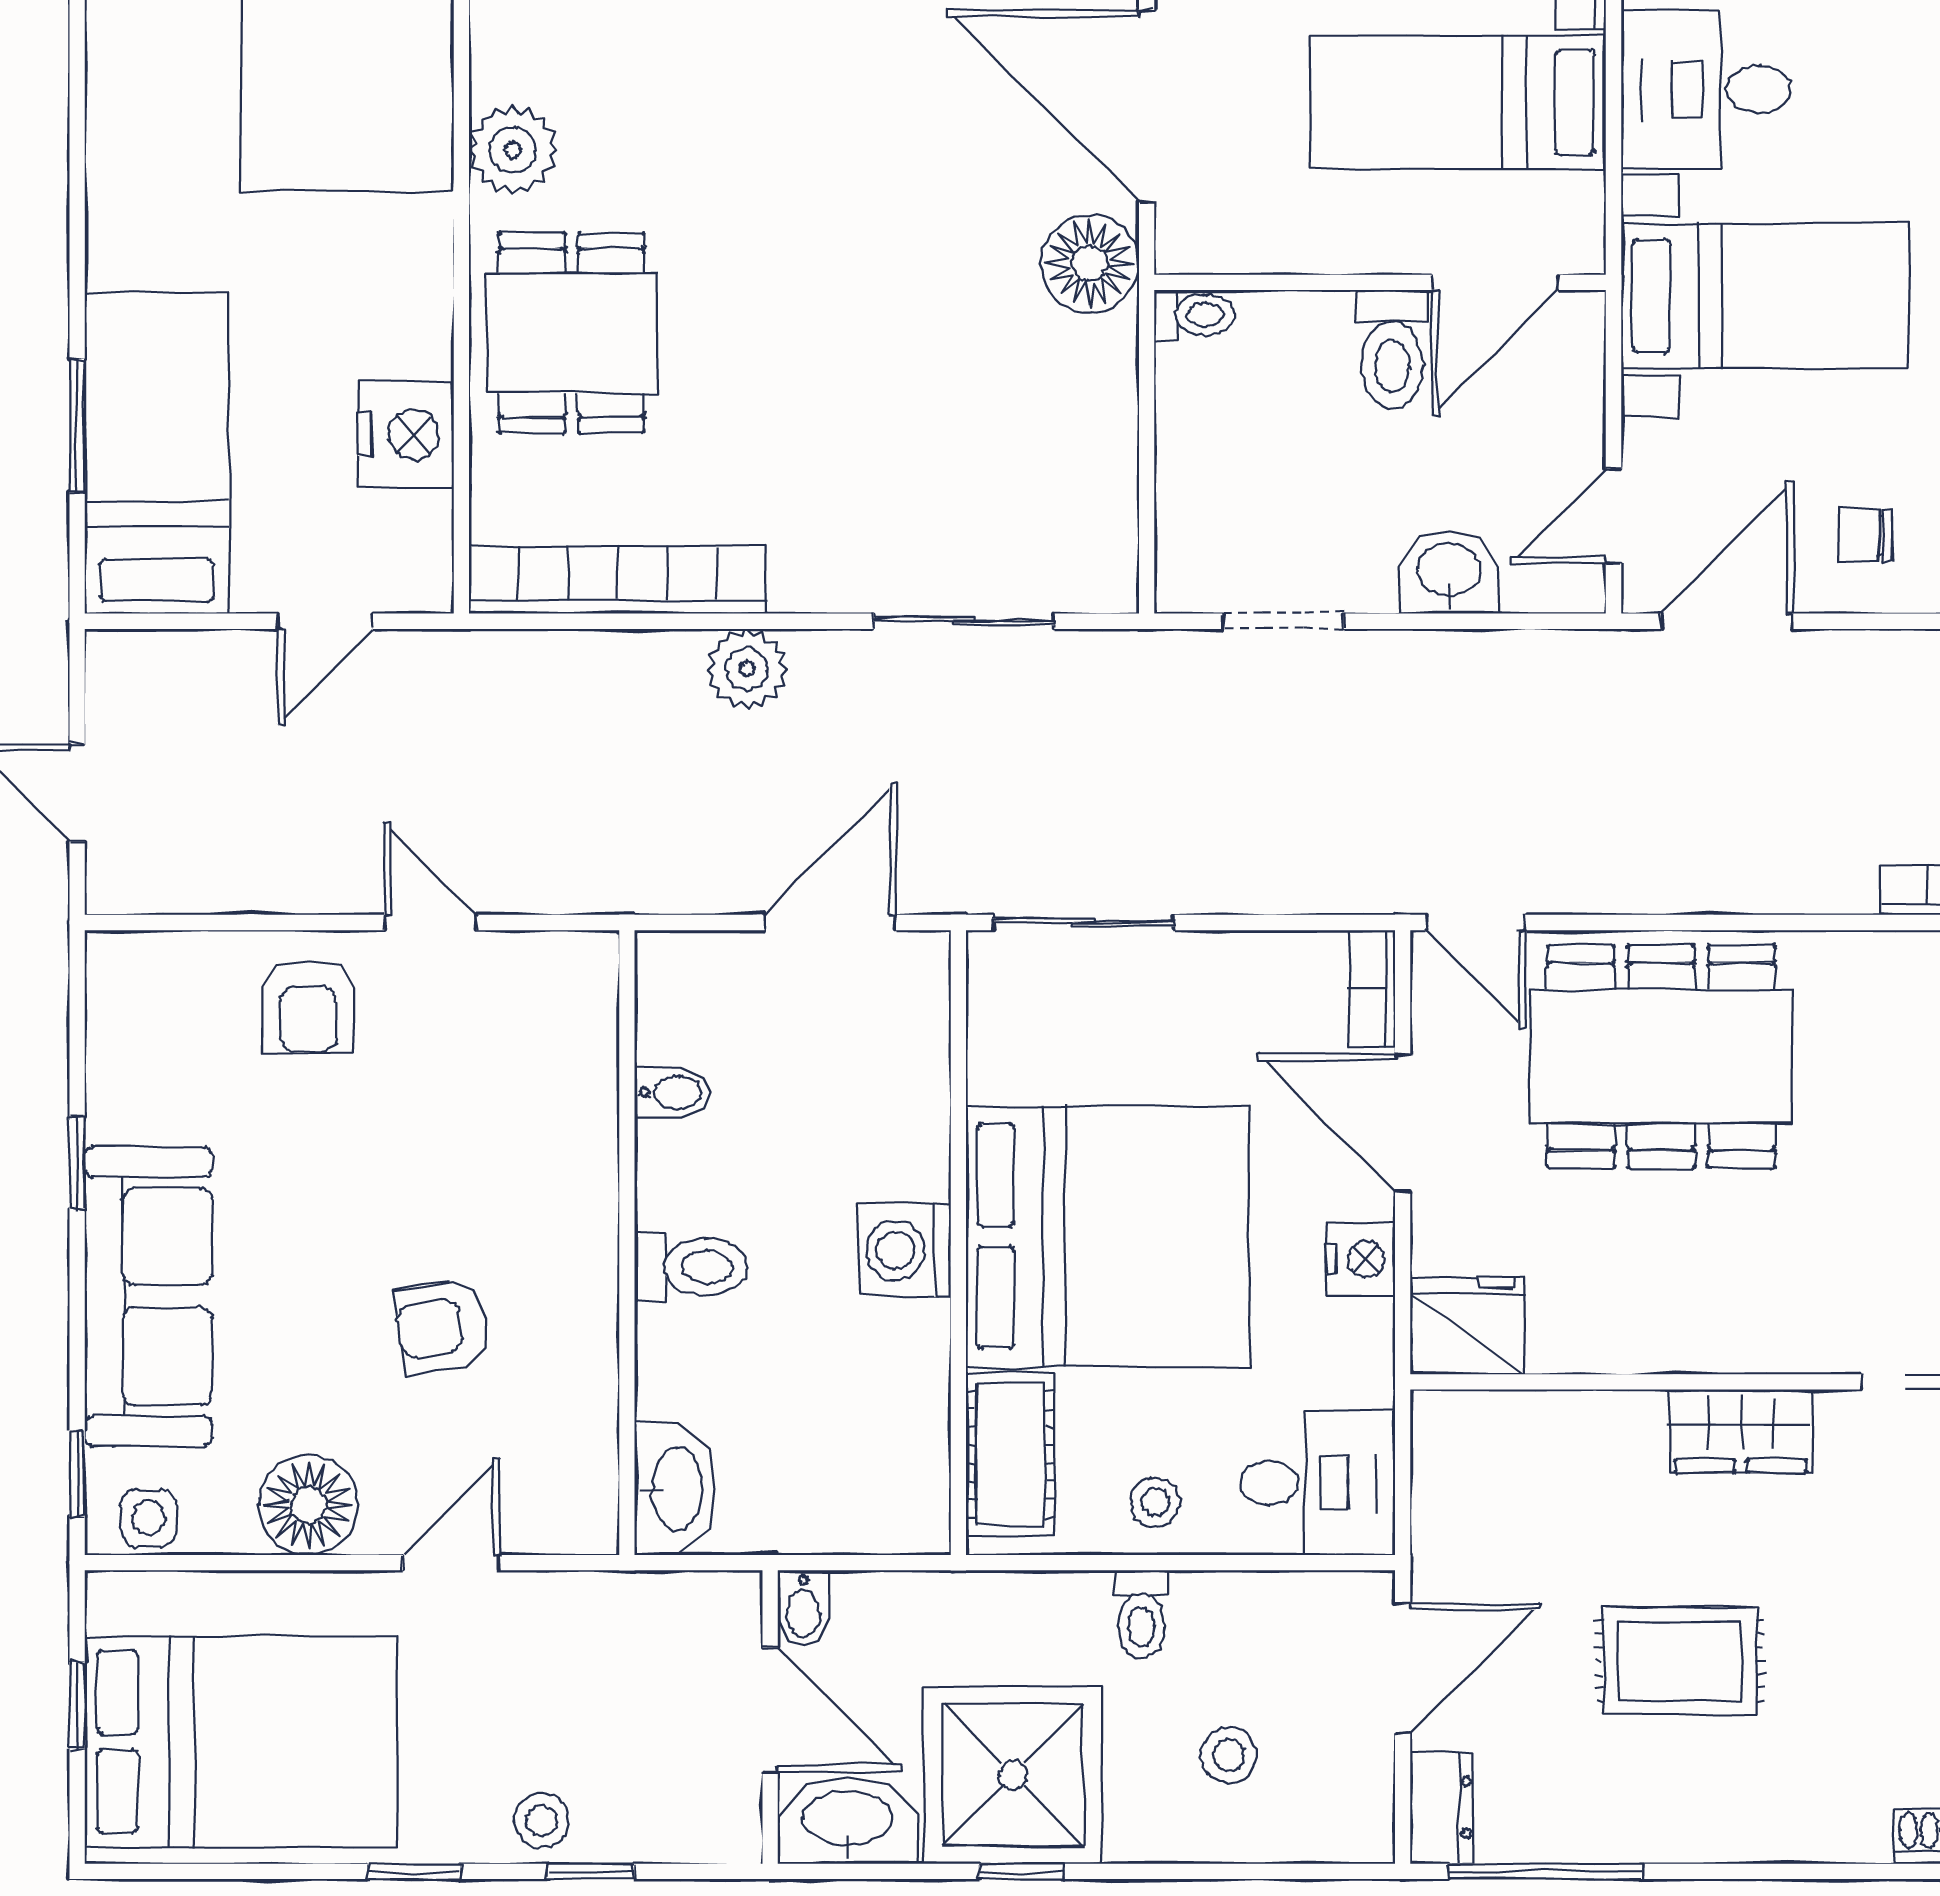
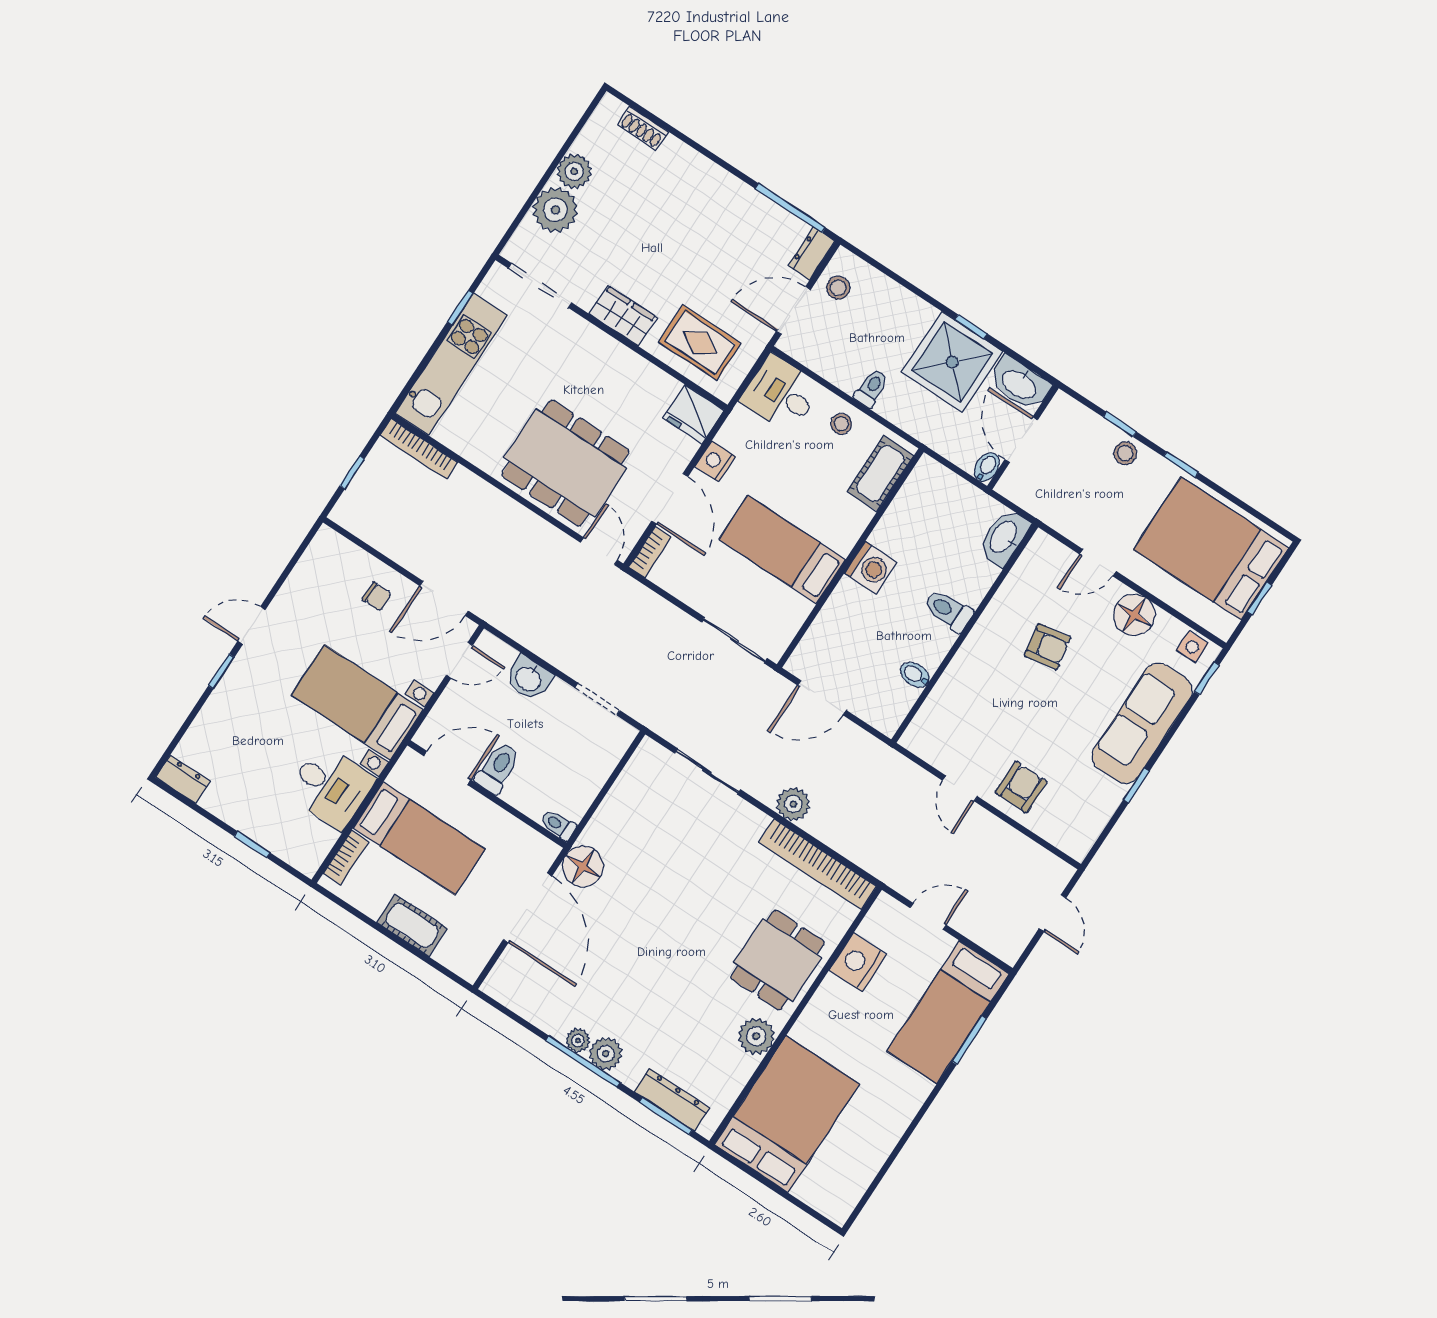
bed: (1108, 1236) -> (782, 549), width x0.49
rug: (1680, 1661) -> (700, 343), moved
stool: (1229, 1755) -> (838, 288), moved

